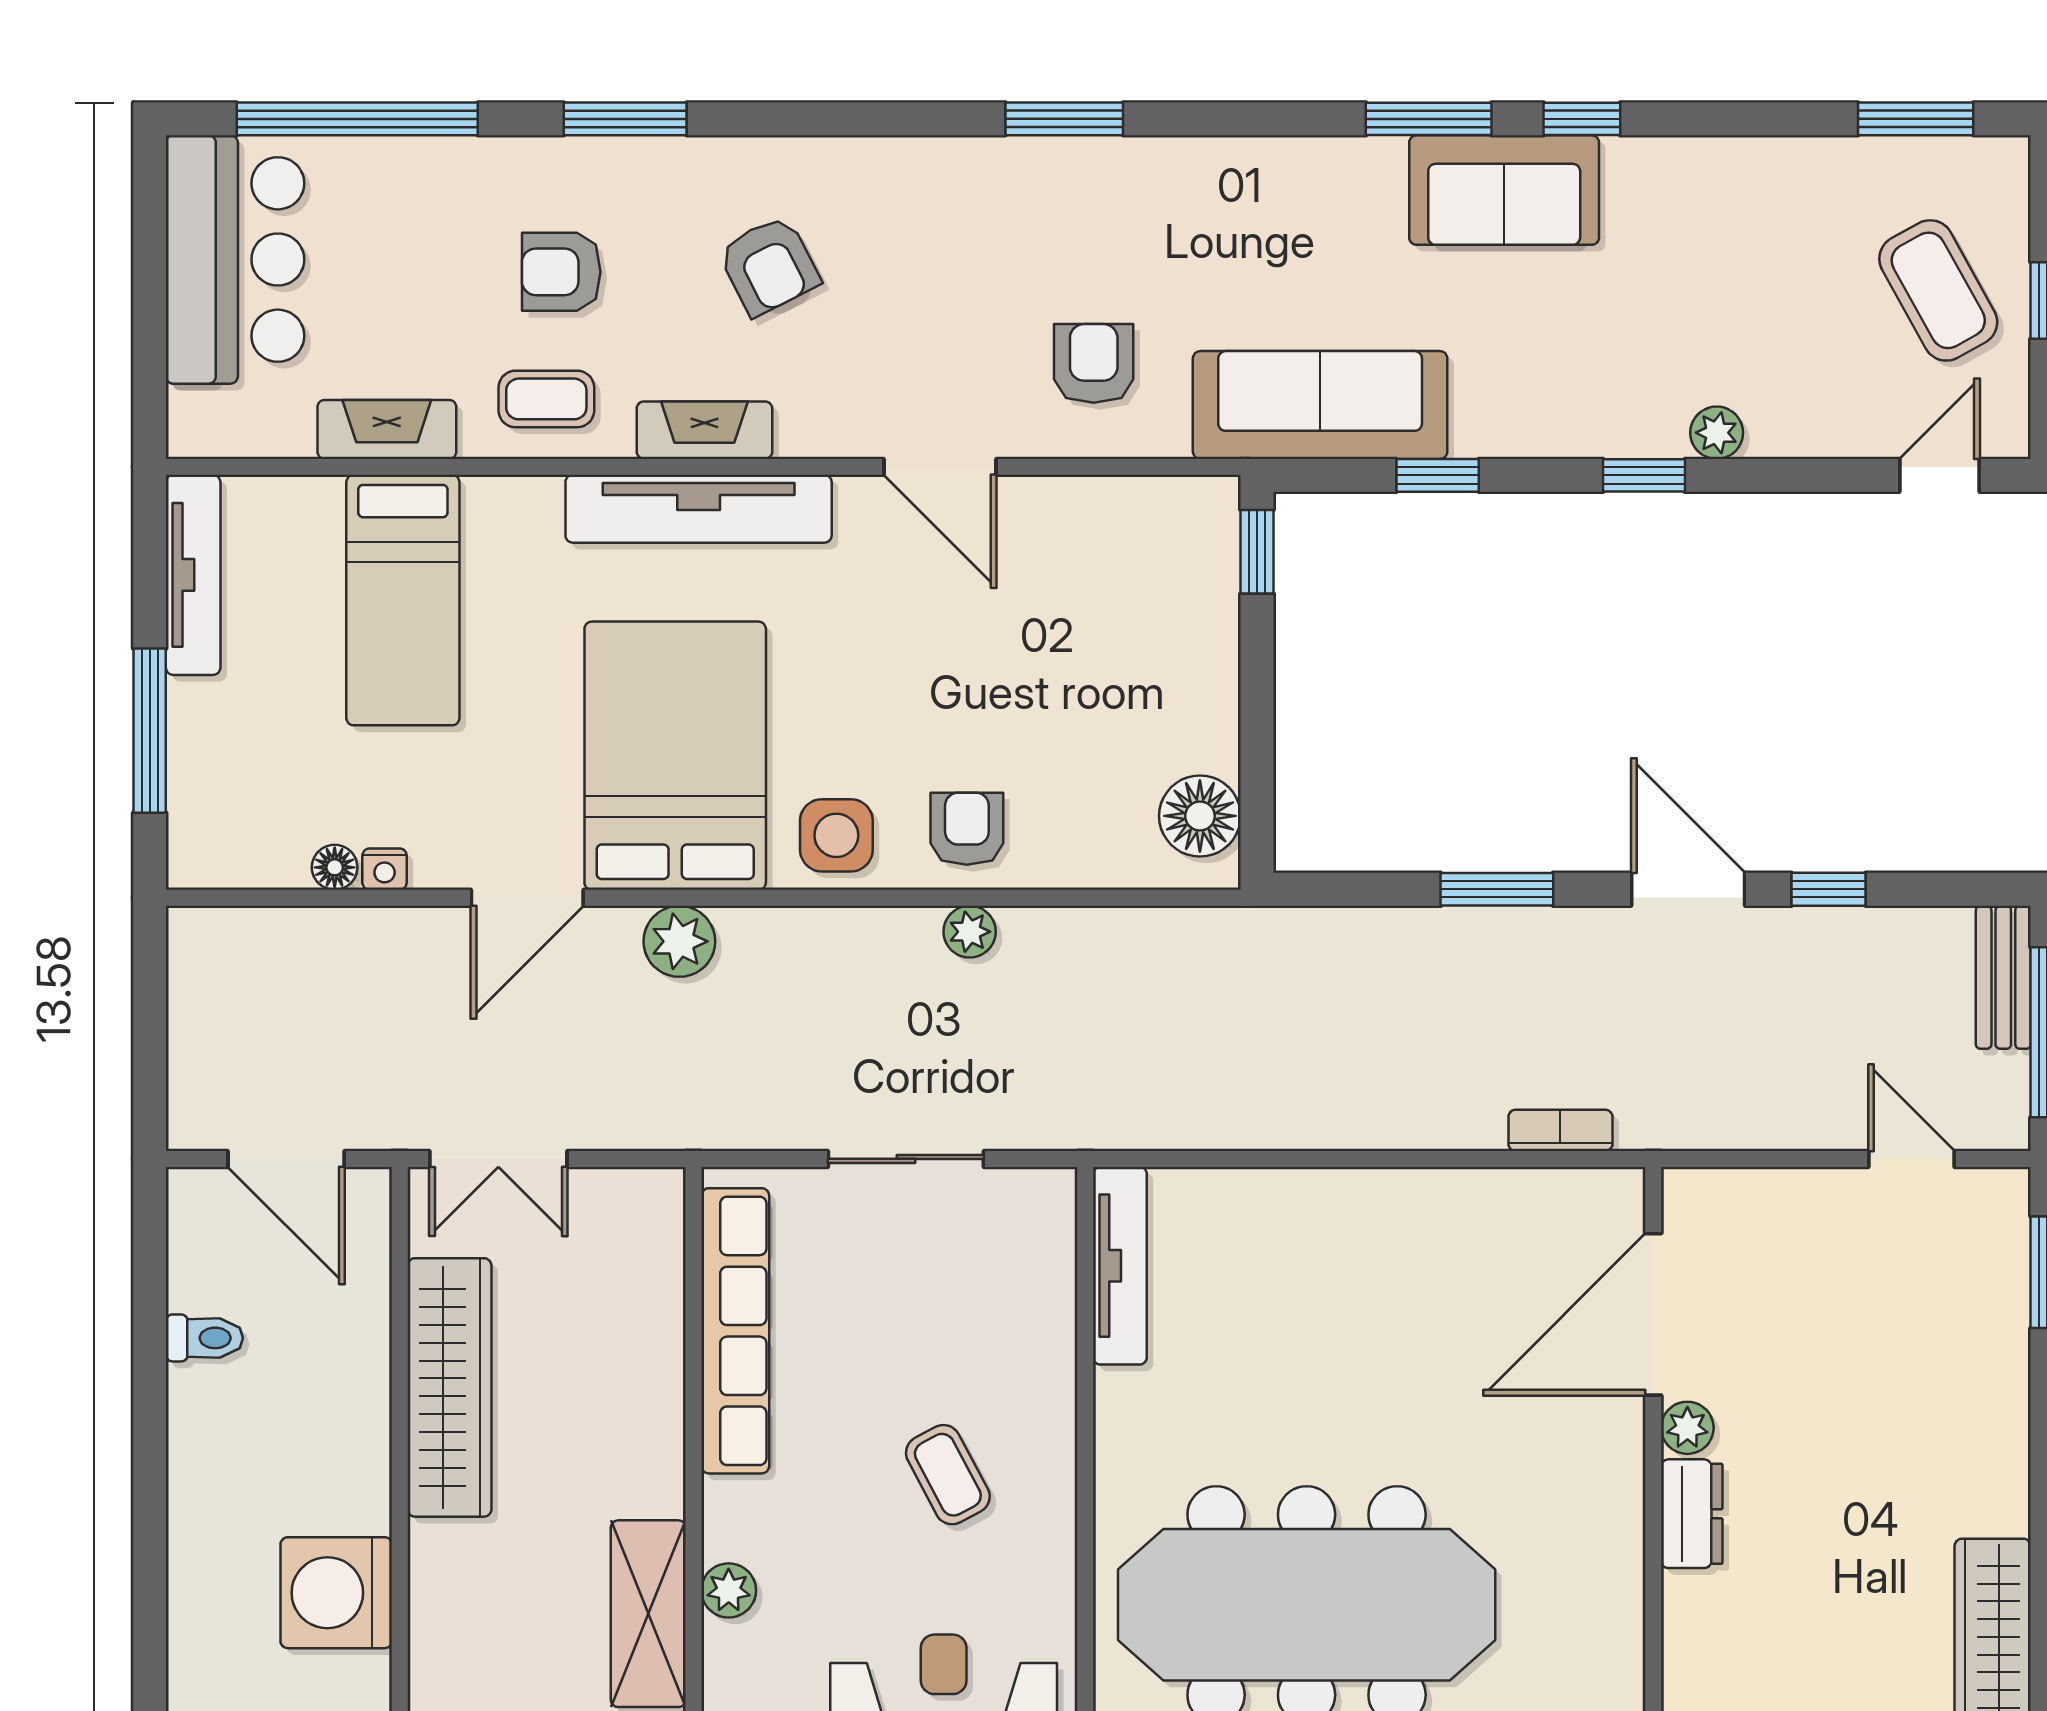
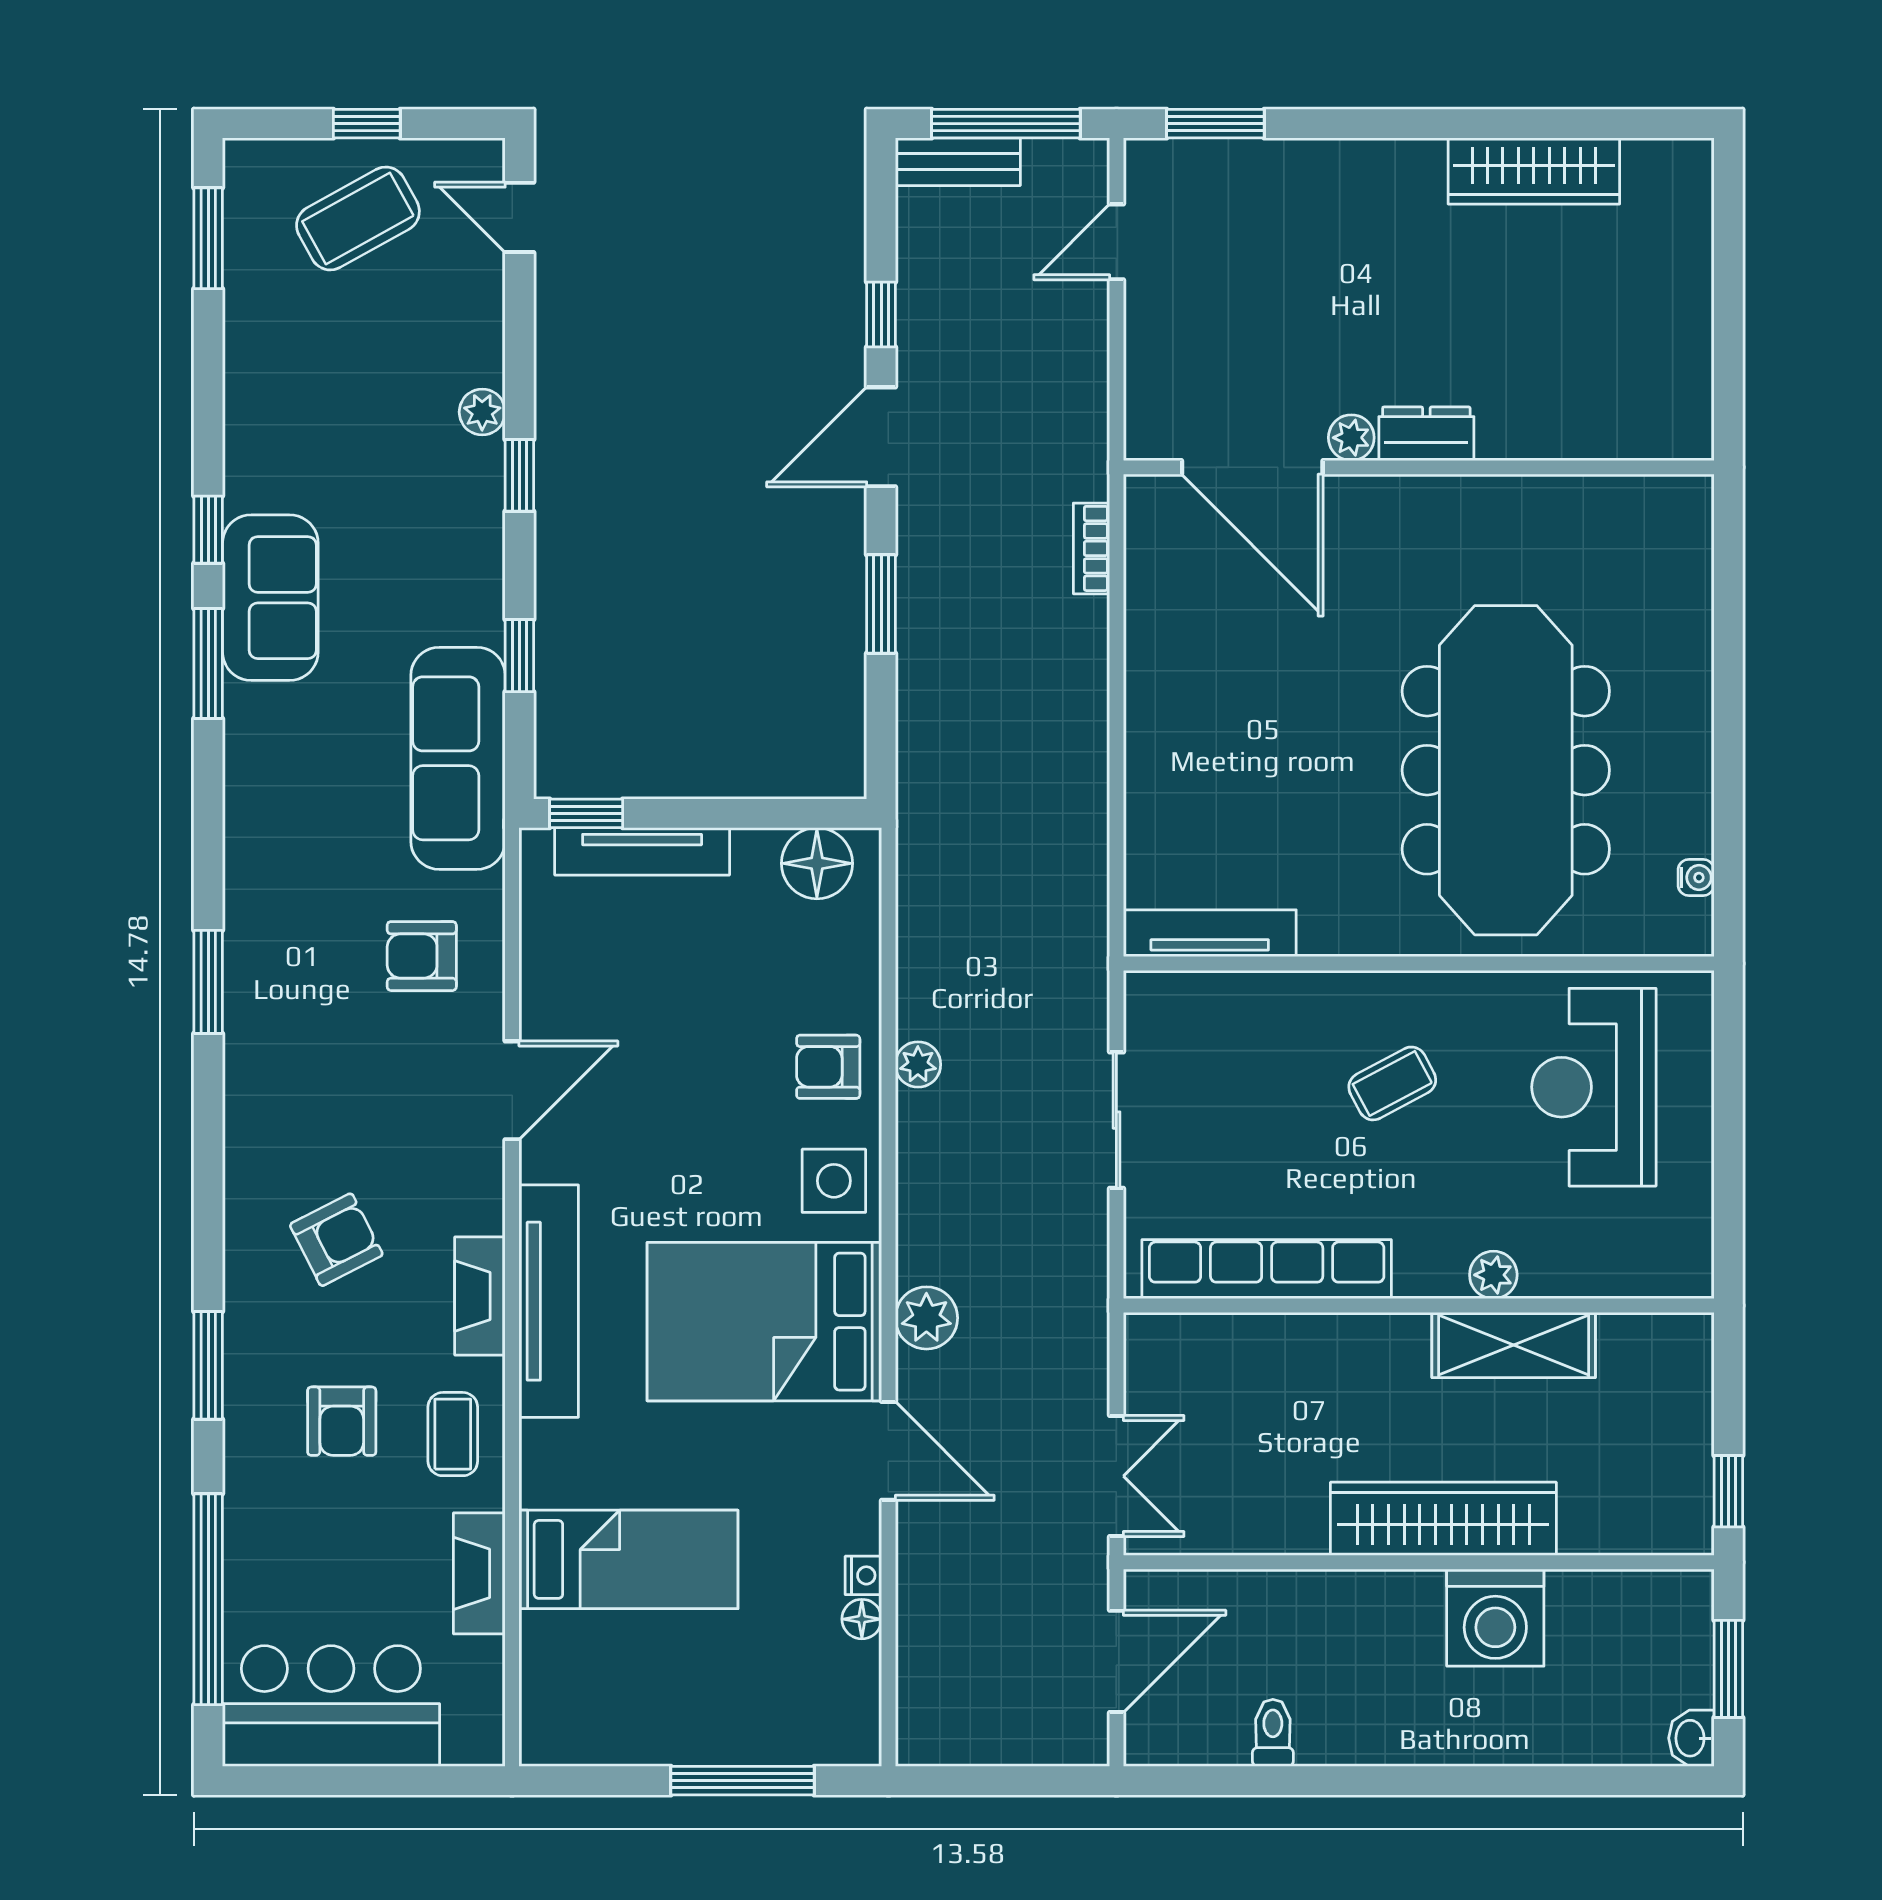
tv unit: (193, 575) -> (642, 851), moved, turned 180
wardrobe: (449, 1387) -> (1443, 1519), moved

